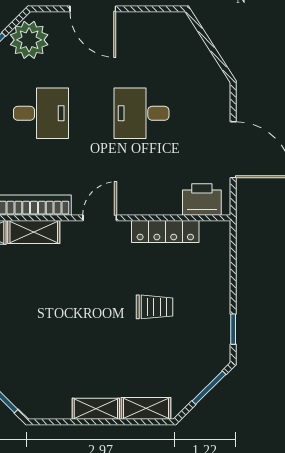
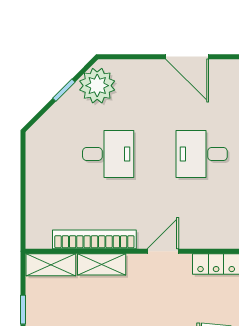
door: (93, 9) -> (187, 57), moved

